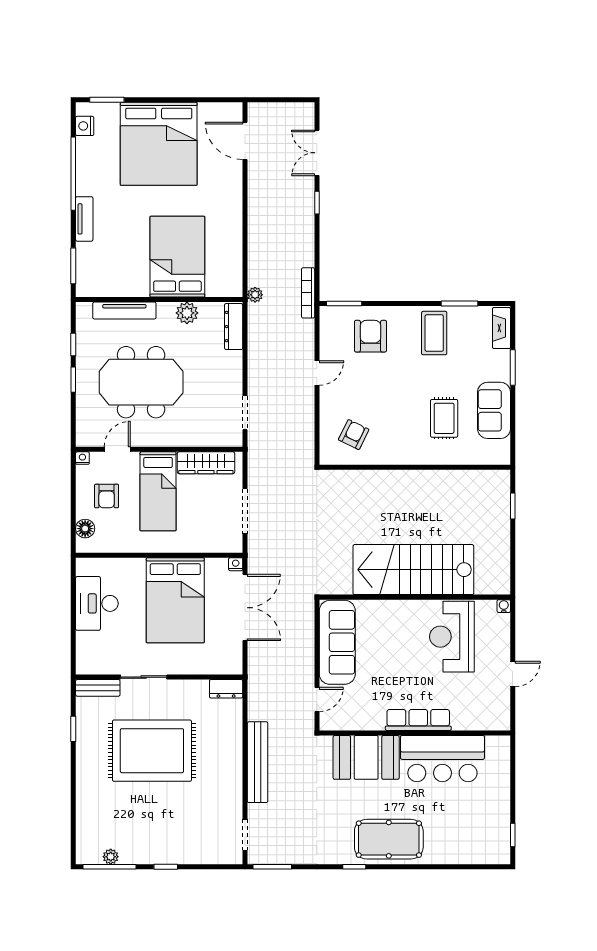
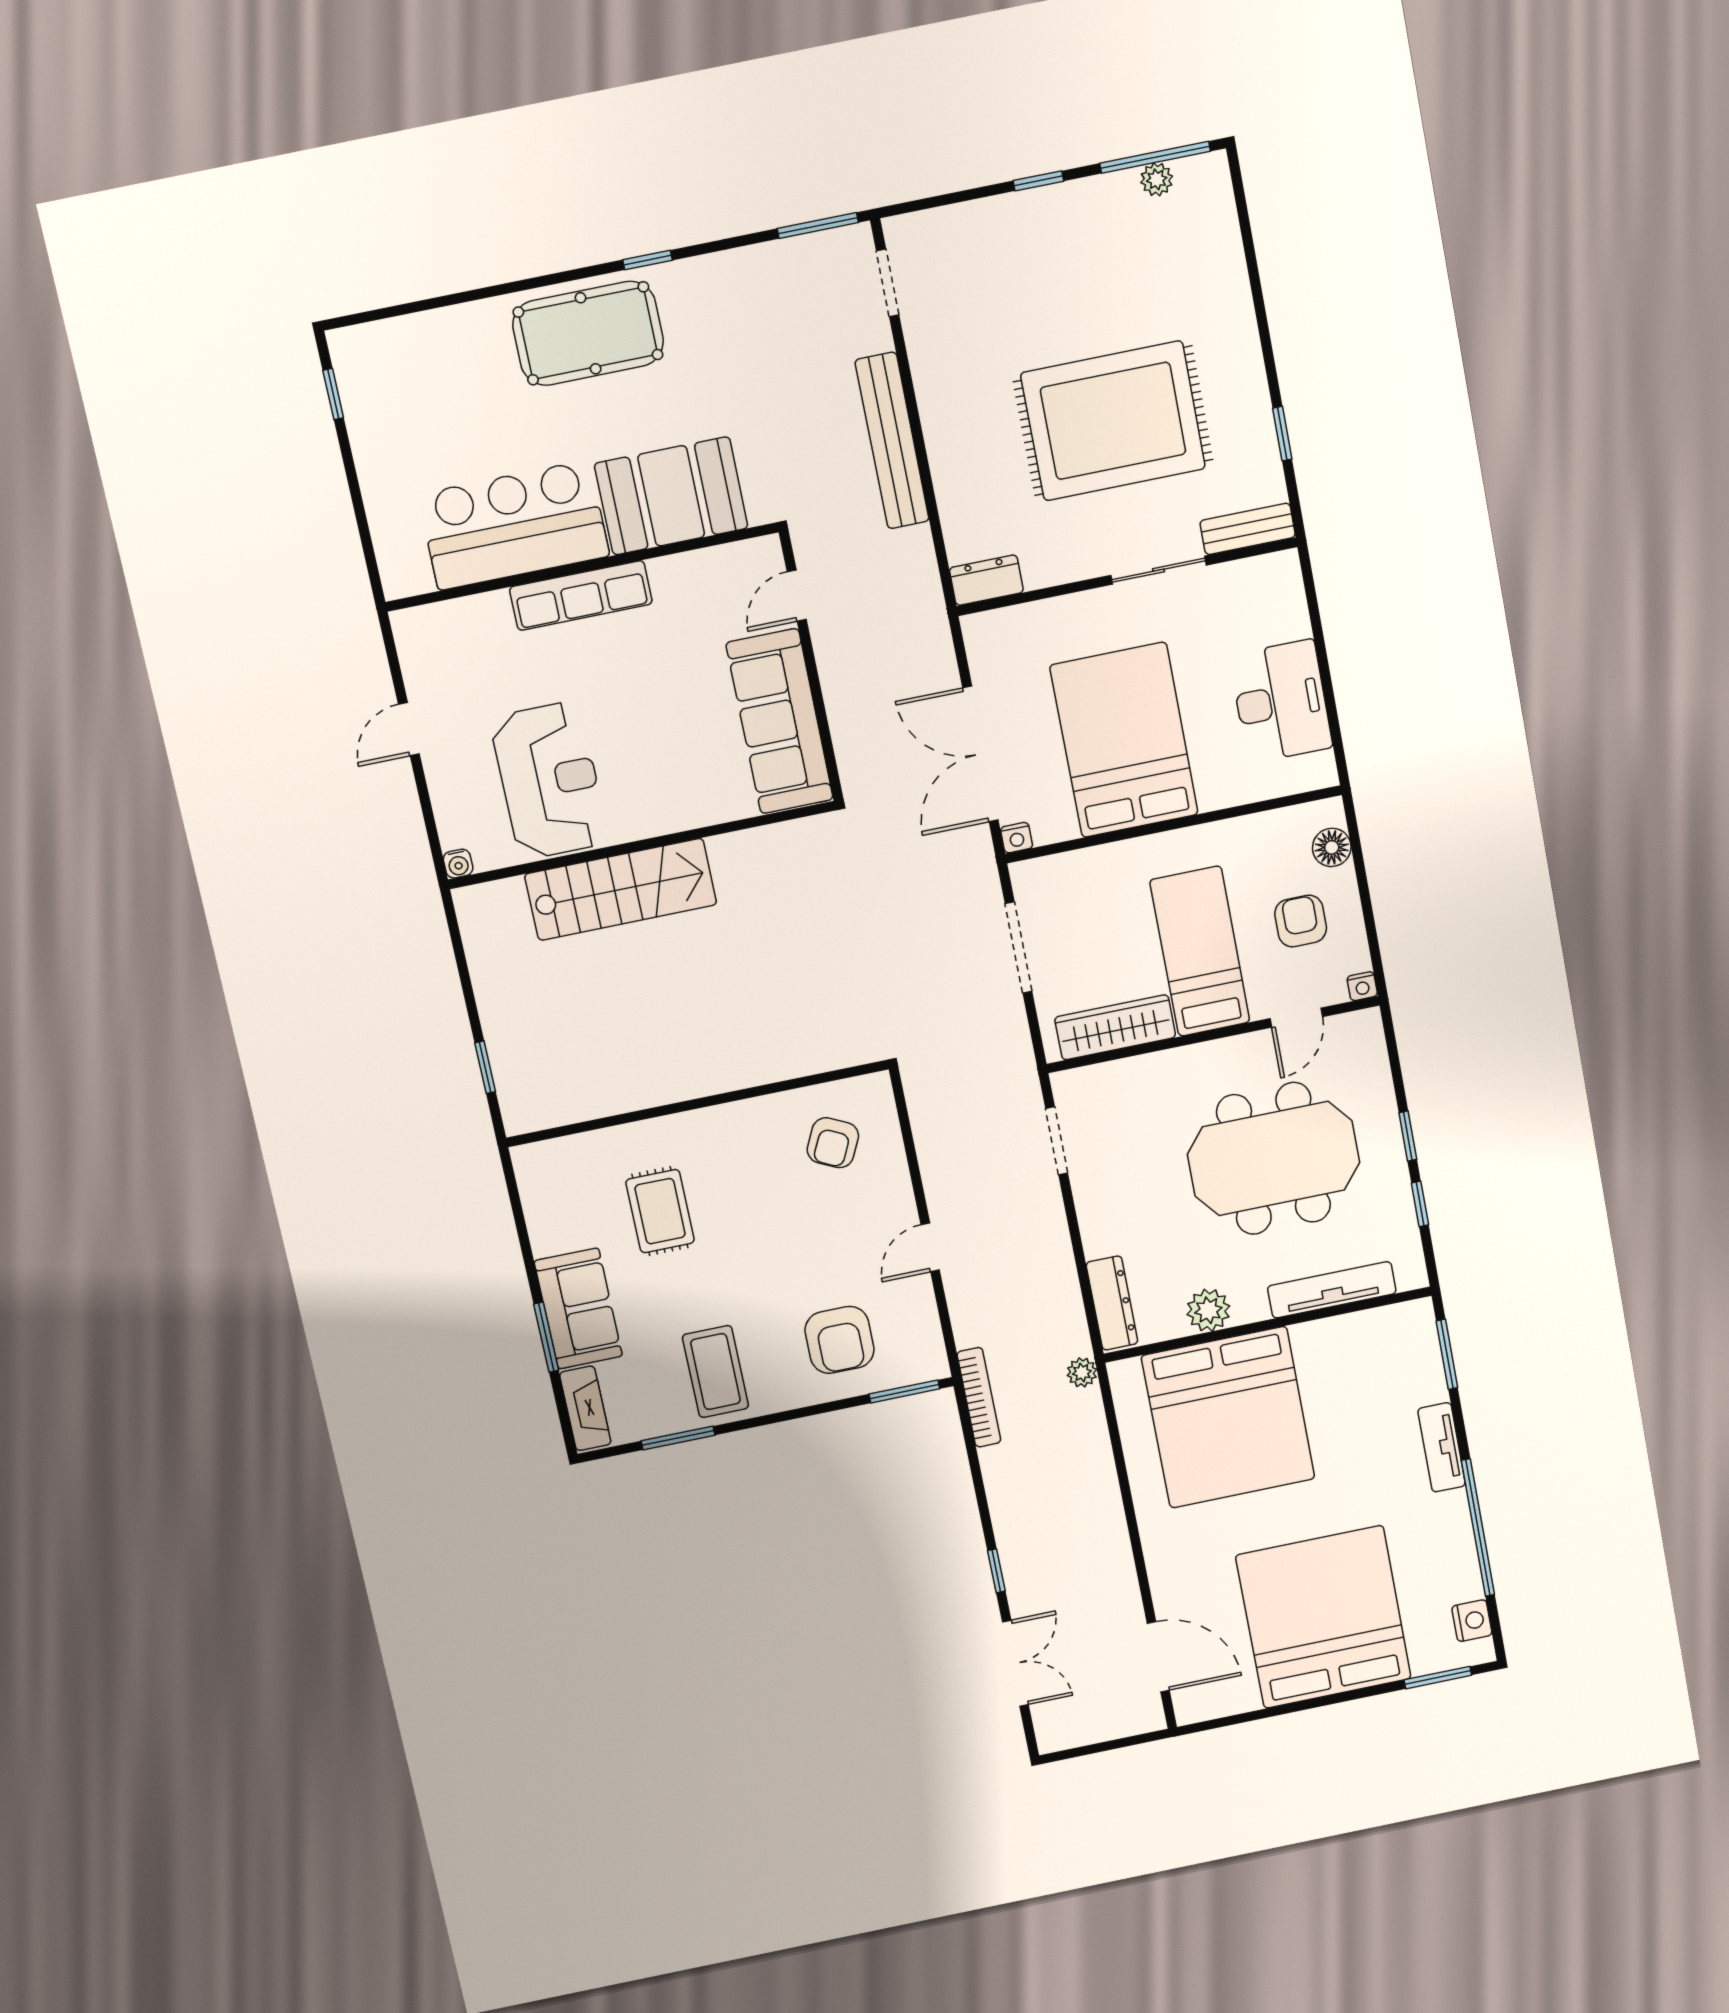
bed: (177, 257) -> (1228, 1417), width x1.36
sofa: (494, 410) -> (578, 1309), moved
stairs: (413, 570) -> (621, 889), width x0.73, depth x0.66

